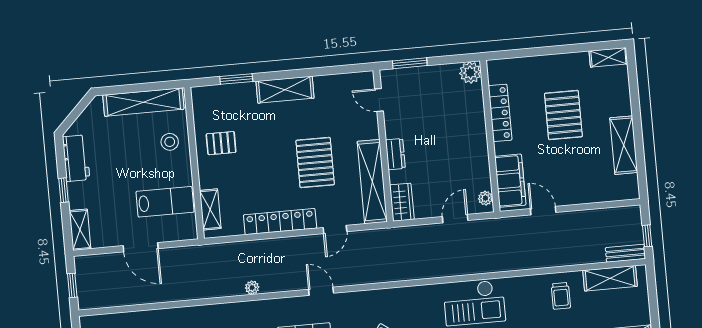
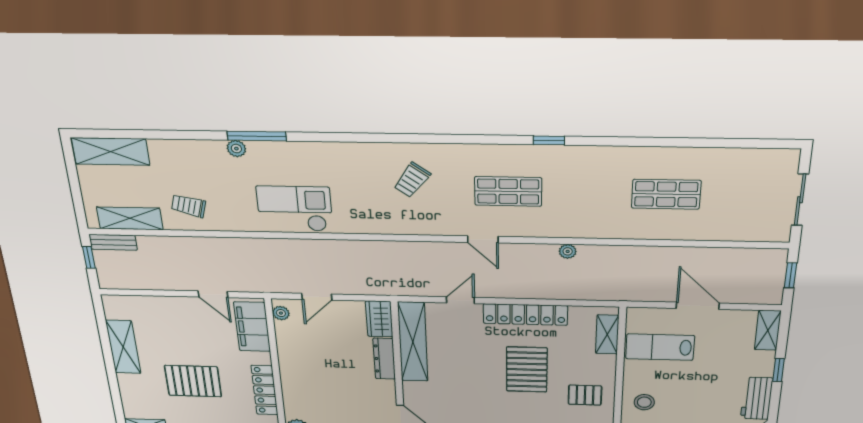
pallet: (563, 115) -> (193, 381), turned 90
dresser: (395, 154) -> (384, 359), width x1.44
pallet: (315, 163) -> (527, 370), moved
trolley: (561, 296) -> (189, 206), turned -75

